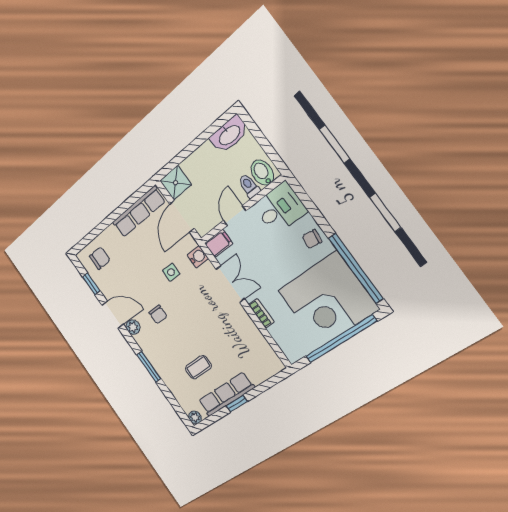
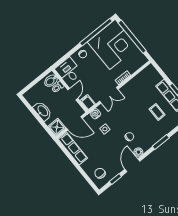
washbasin: (229, 135) -> (43, 111), moved
door: (235, 216) -> (73, 94), swing flipped
double door: (230, 284) -> (109, 95), swing flipped

